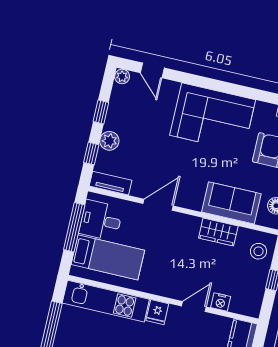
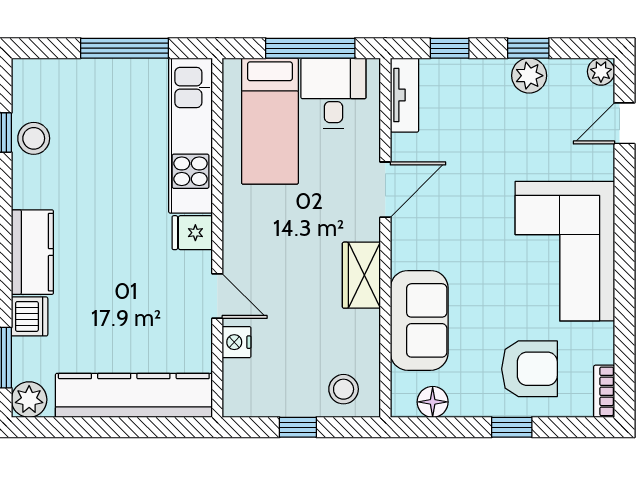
plant: (109, 141) -> (529, 76), moved
door: (158, 205) -> (385, 190), hinge flipped
wardrobe: (218, 232) -> (361, 275), moved

